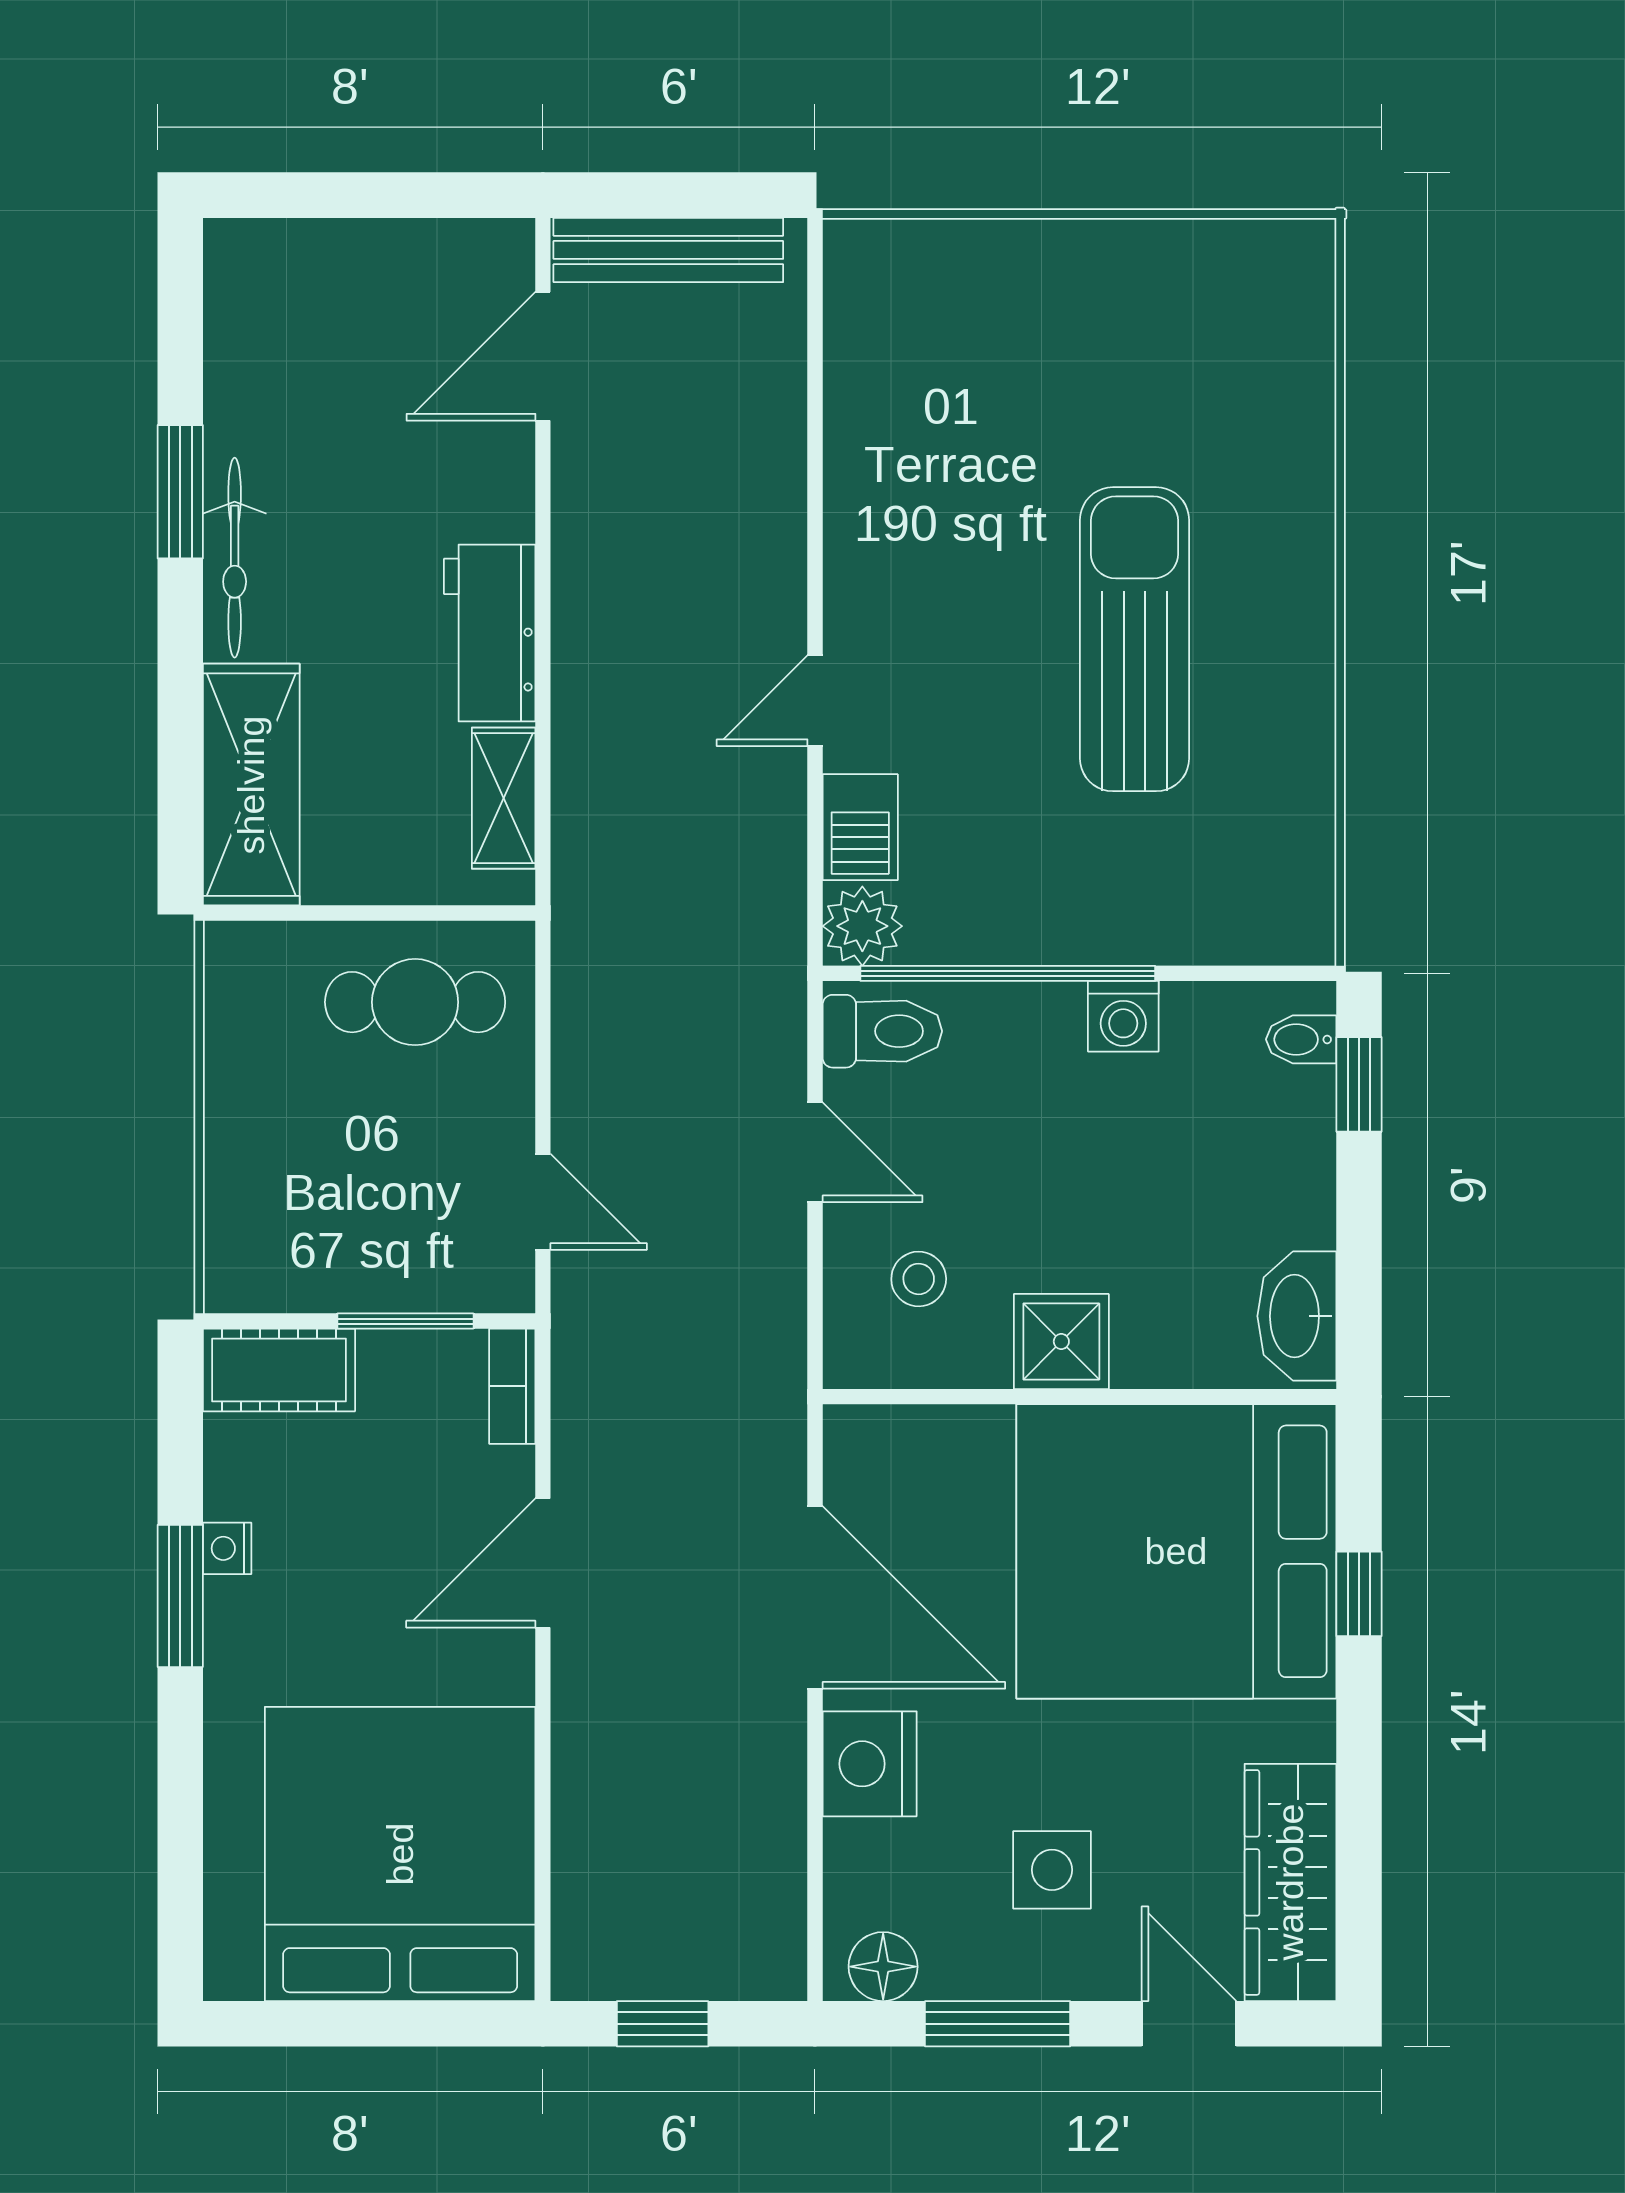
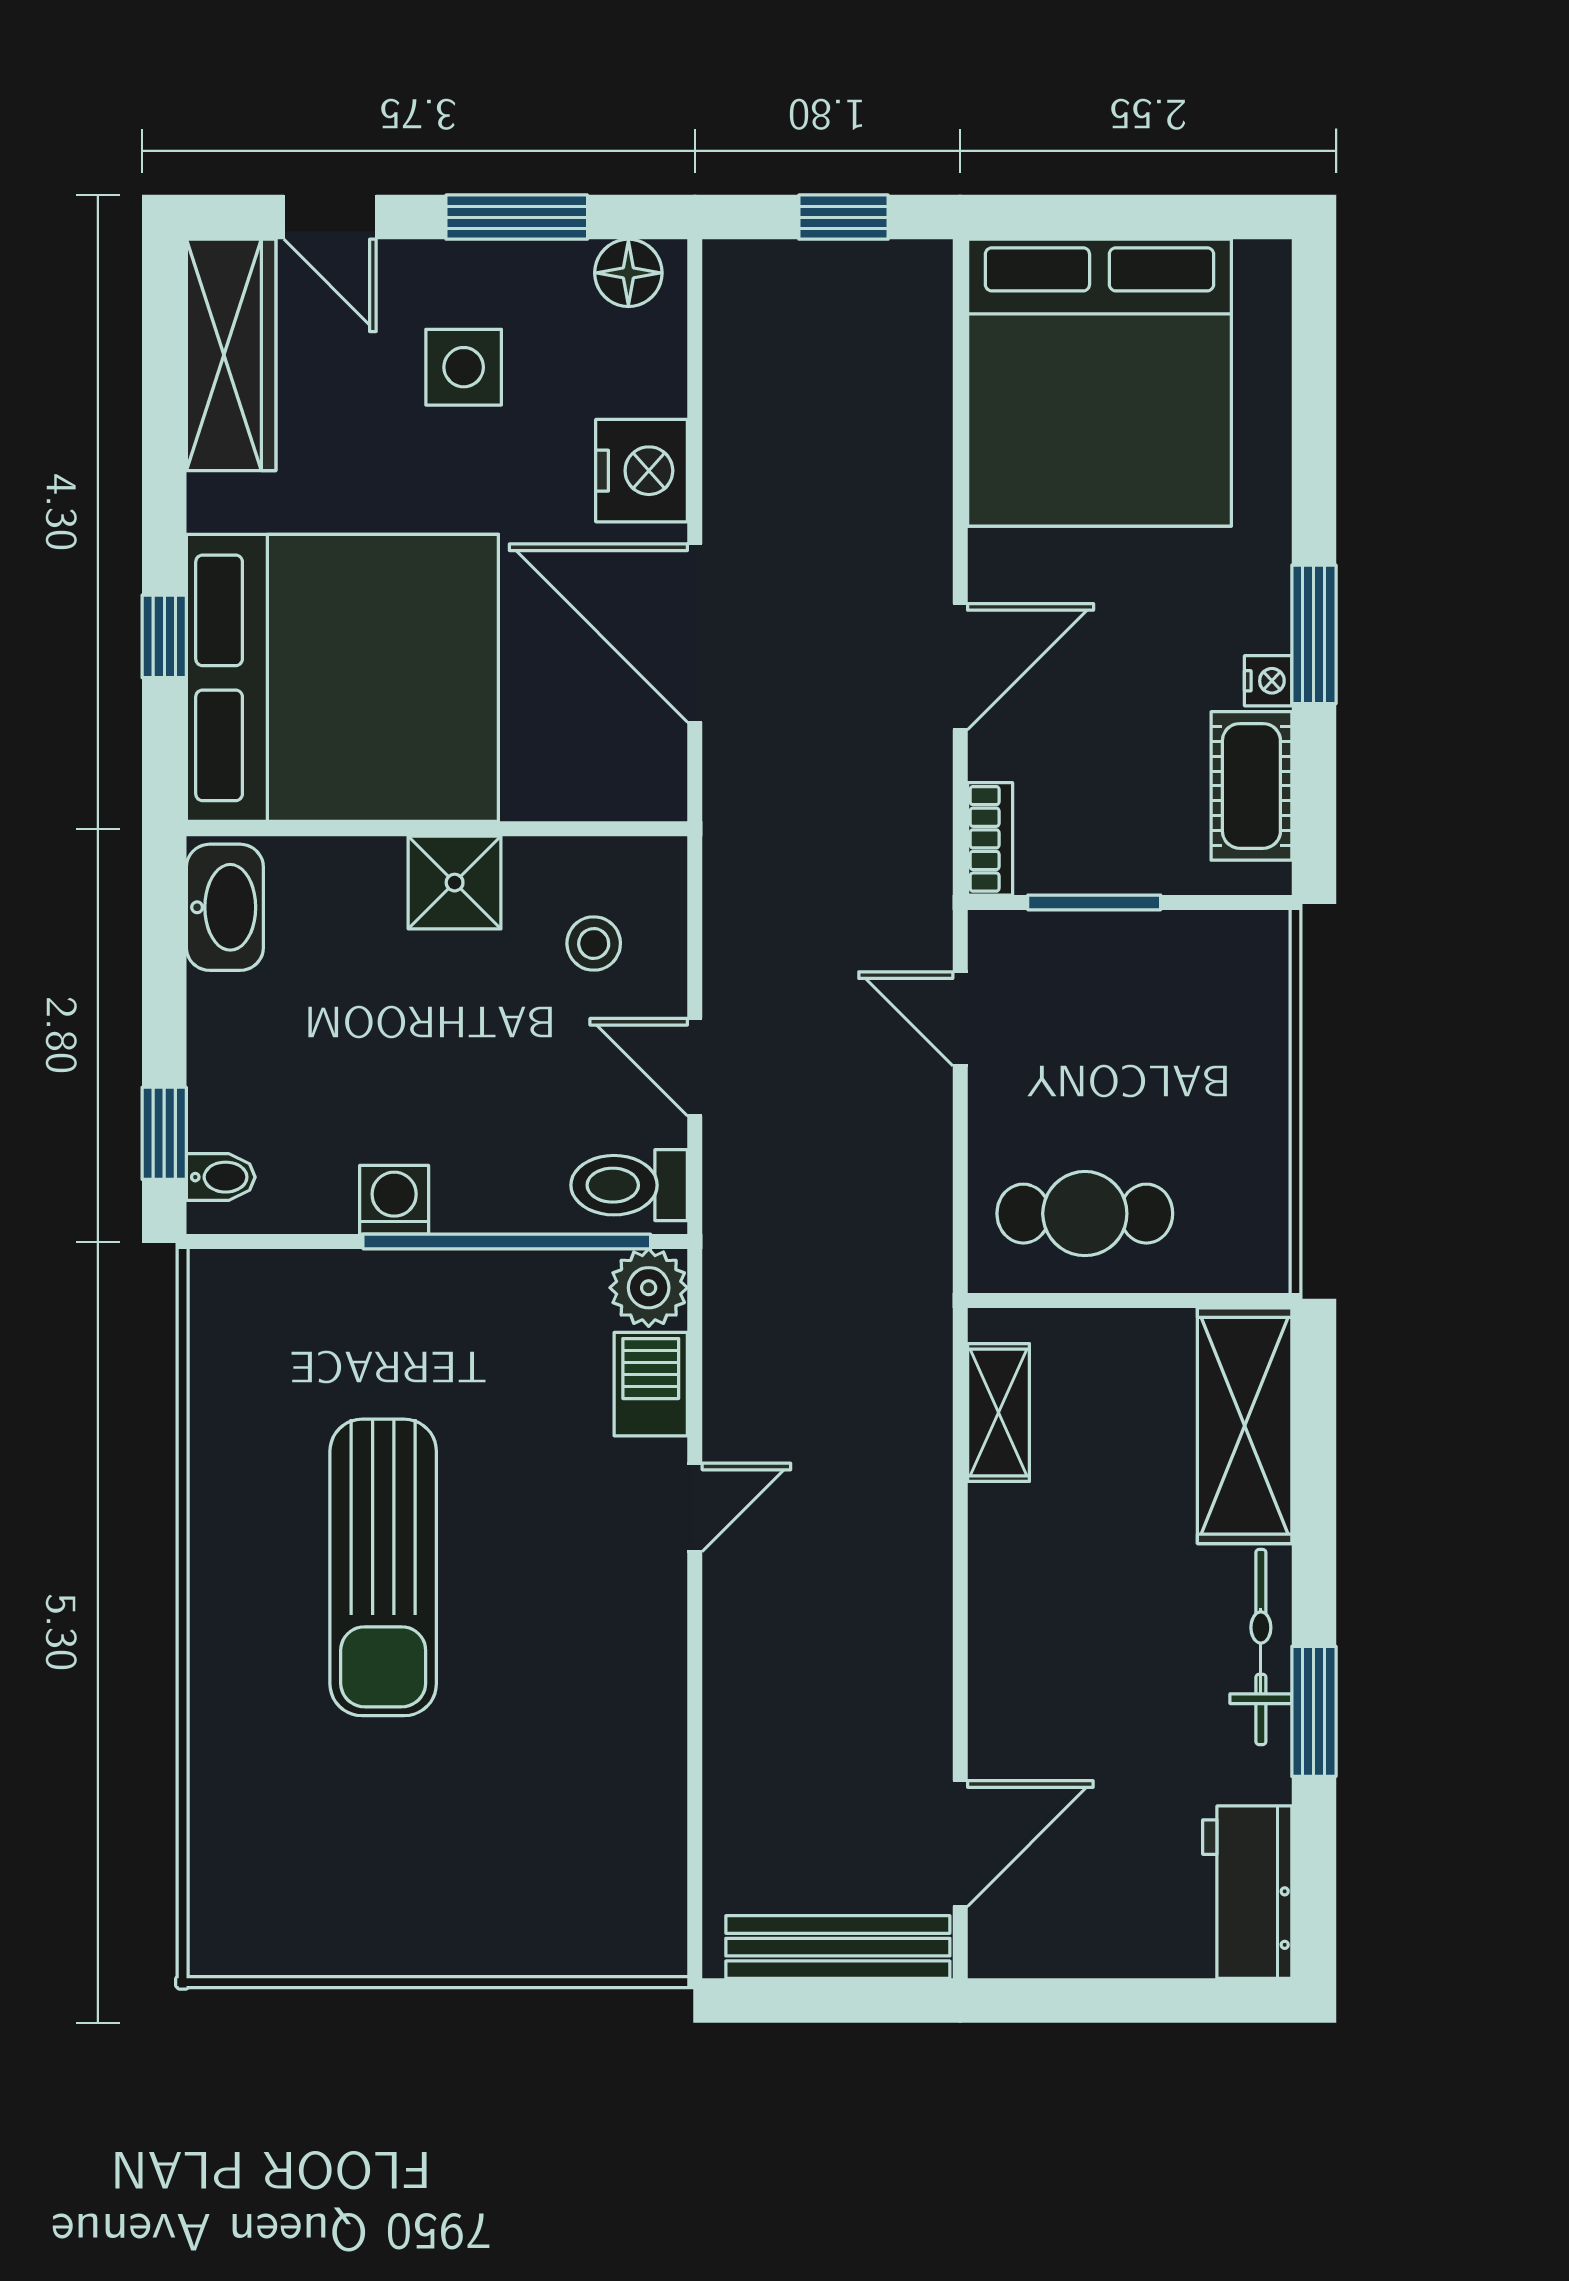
workbench: (490, 633) -> (1247, 1892), moved, turned 180
cot: (279, 1370) -> (1251, 786), moved, turned 90

